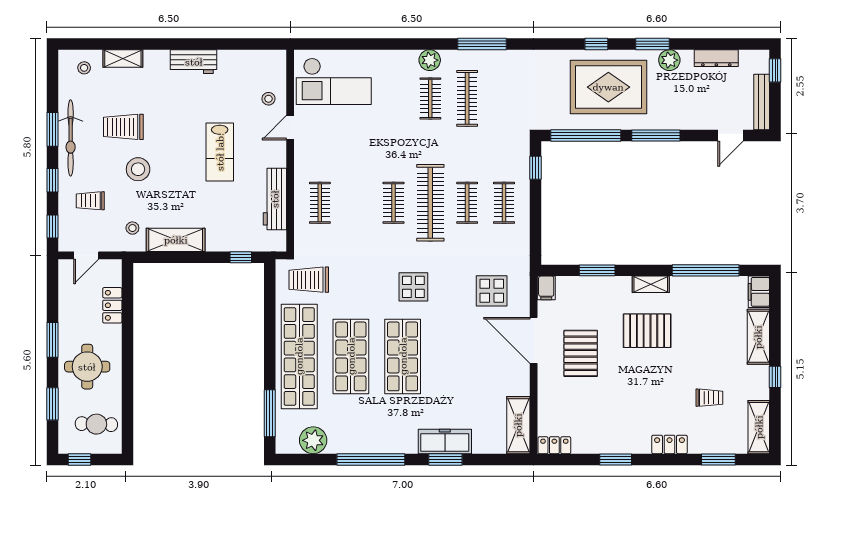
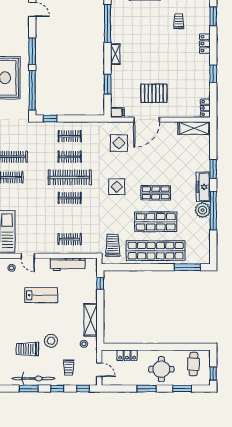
trolley: (123, 127) -> (27, 349), turned 90
trolley: (309, 280) -> (113, 245), turned 180
pallet: (647, 331) -> (141, 56), removed
shop shelf: (403, 356) -> (156, 193), width x0.70, depth x0.74
plant: (313, 440) -> (203, 210), moved
freezer: (445, 441) -> (203, 187), moved

